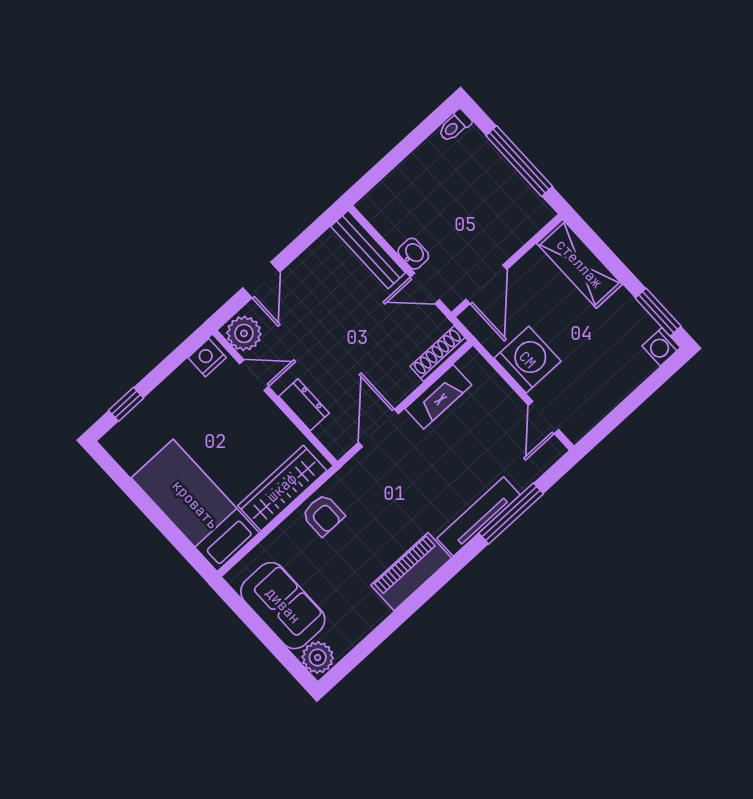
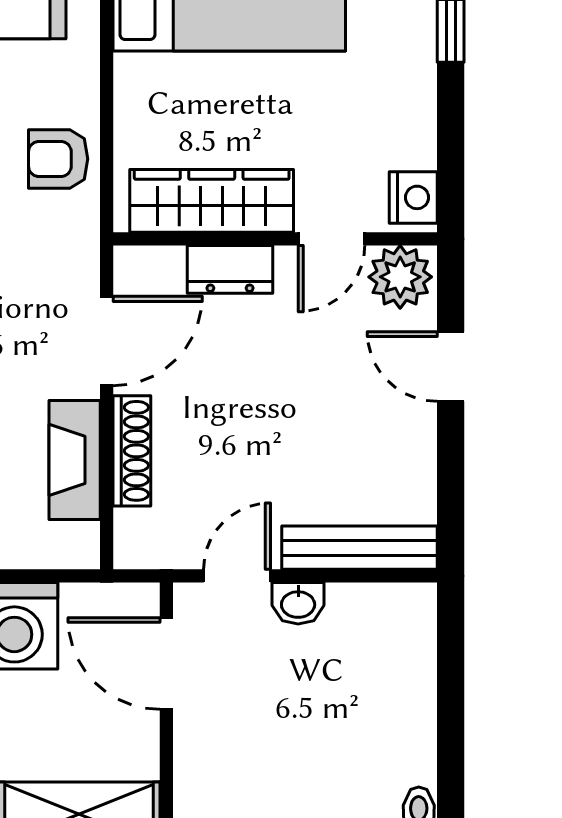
shoe rack: (439, 354) -> (132, 451), moved
door: (379, 428) -> (107, 341), hinge flipped
wardrobe: (282, 488) -> (212, 201), moved, turned -90

